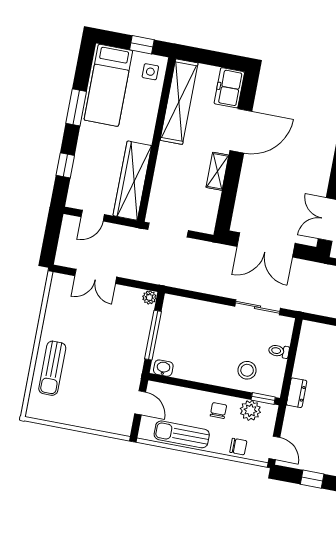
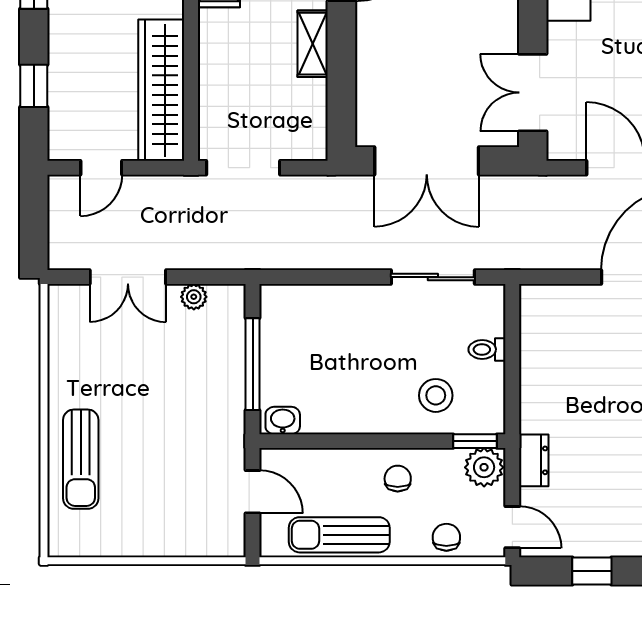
plant: (149, 297) -> (194, 297), moved
dresser: (297, 393) -> (534, 460), moved
plant: (250, 410) -> (484, 467), moved
chair: (238, 447) -> (446, 537), turned -90

